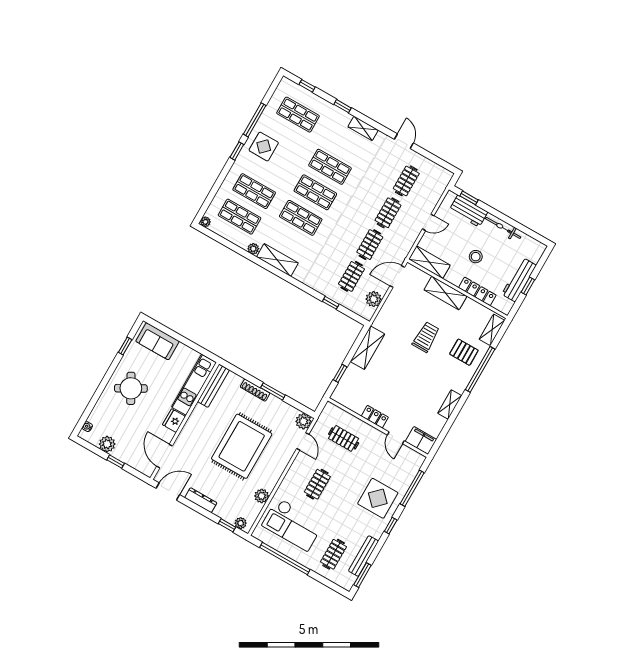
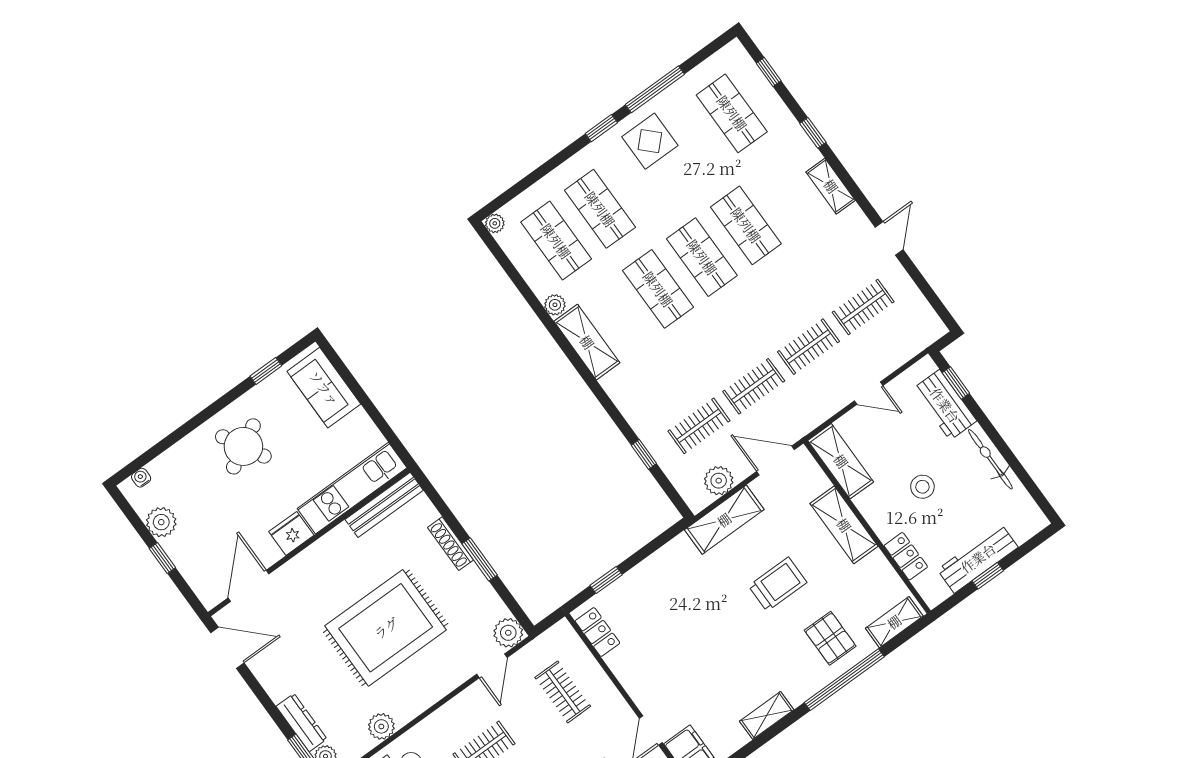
locker: (477, 291) -> (906, 556), width x0.66
shelving: (367, 348) -> (724, 520), moved
locker: (375, 417) -> (597, 632), moved
dresser: (201, 500) -> (301, 723), moved

